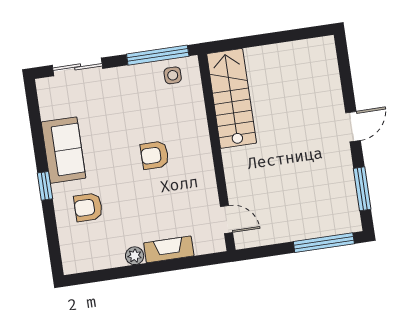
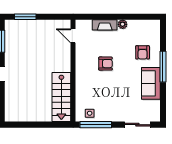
armchair: (155, 155) -> (105, 64), moved
window: (45, 186) -> (163, 67), width x2.17
armchair: (88, 207) -> (143, 52), turned 90
window: (324, 243) -> (25, 17), width x0.69

